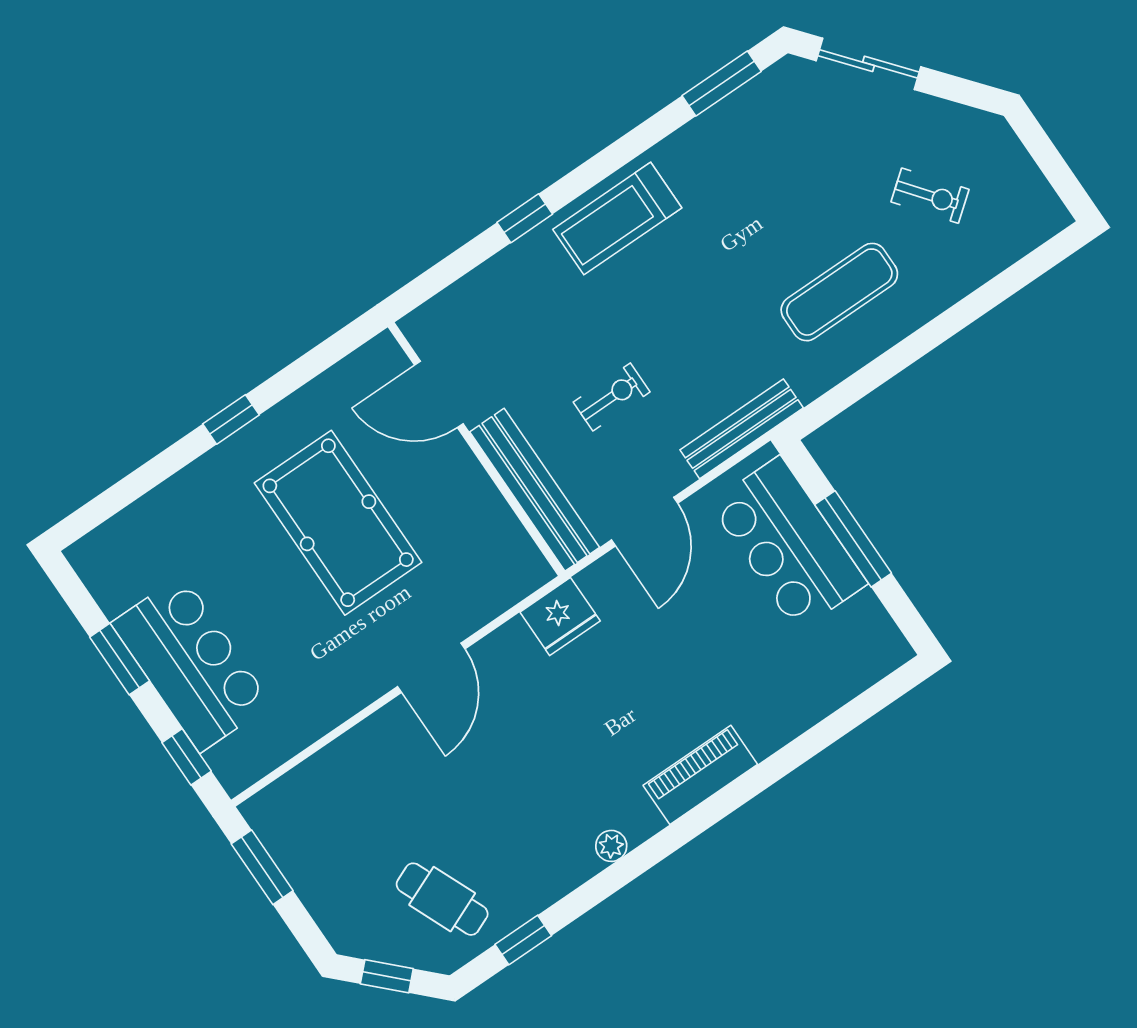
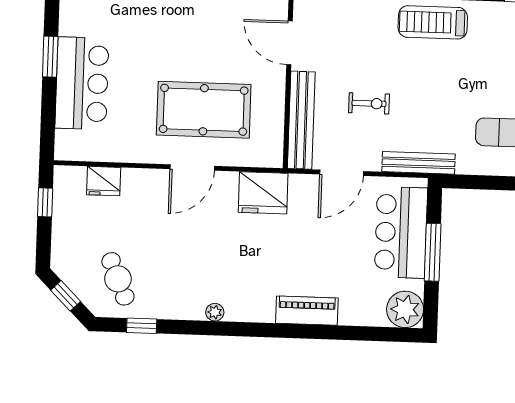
pool table: (338, 523) -> (204, 110), moved, turned 90
fridge: (560, 616) -> (263, 193), width x1.36, depth x1.34
plant: (873, 647) -> (405, 309), added
window: (187, 757) -> (48, 125), removed
piano: (700, 775) -> (307, 311), moved
fridge: (322, 777) -> (104, 181), added
window: (262, 867) -> (45, 202), width x0.67

